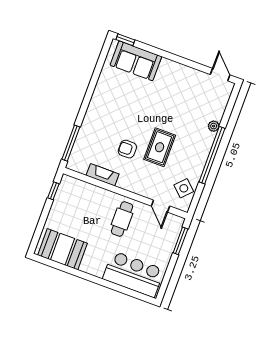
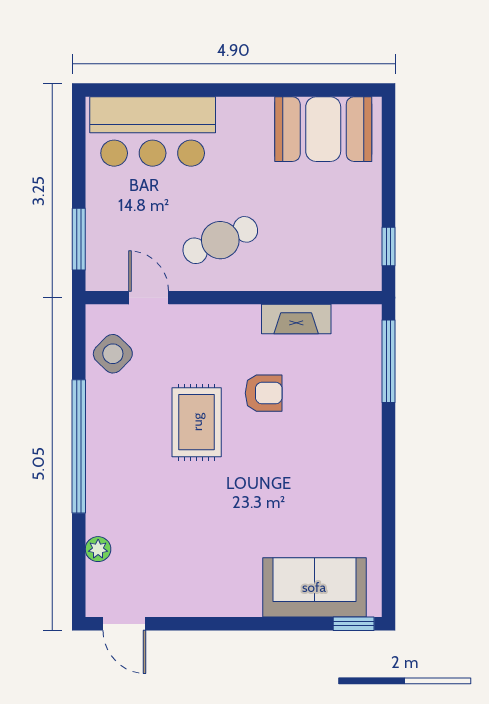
plant: (214, 126) -> (98, 549), moved
cafe table: (122, 219) -> (220, 240), turned 67

